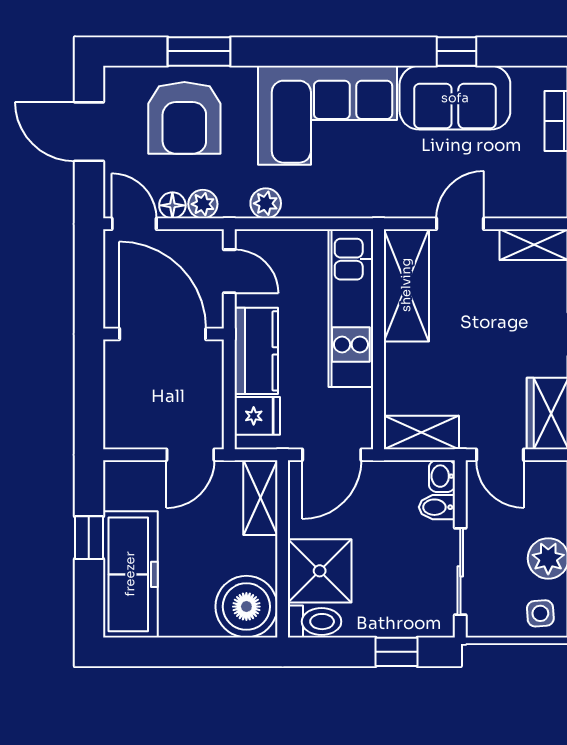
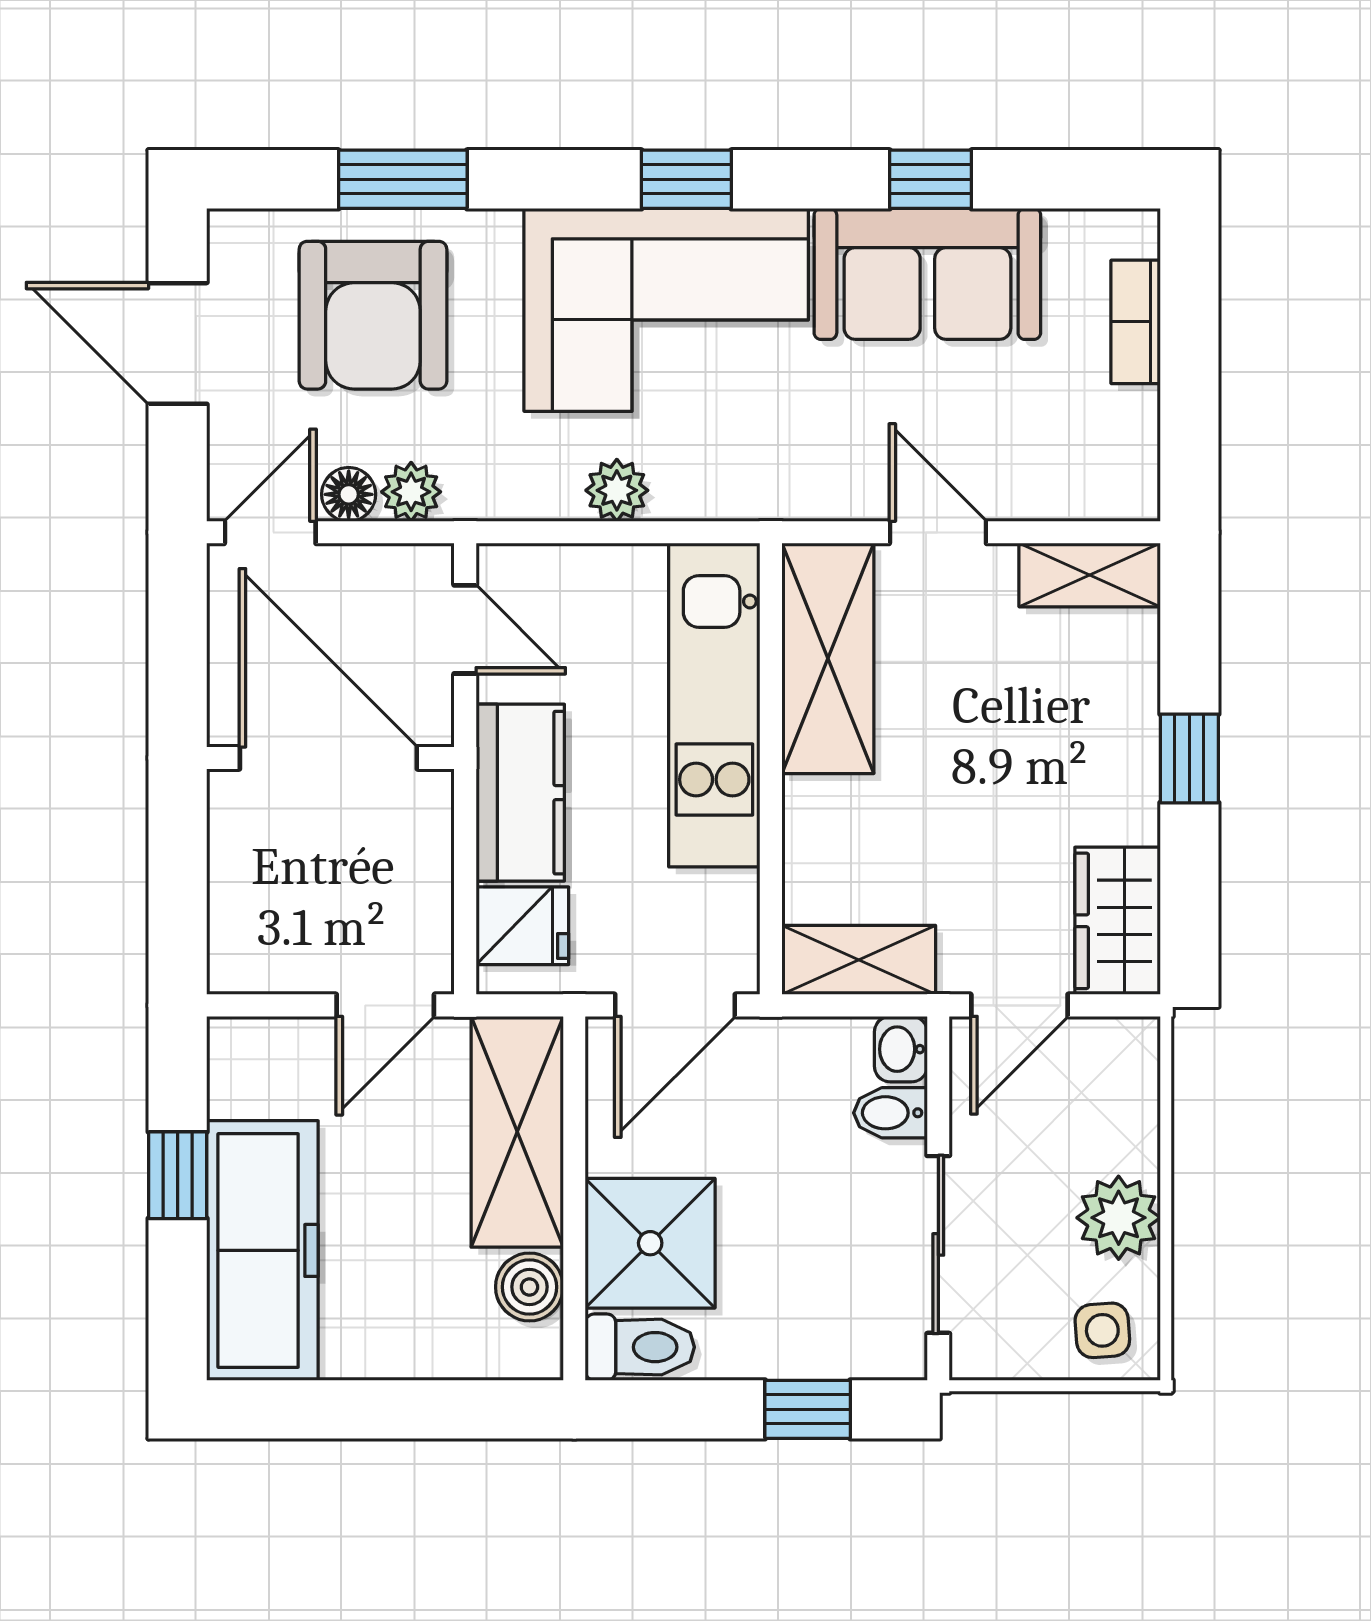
window: (337, 51) -> (686, 179), added
plant: (266, 203) -> (617, 490), moved
door: (134, 224) -> (270, 532), hinge flipped
door: (460, 224) -> (938, 532), hinge flipped
door: (500, 455) -> (1019, 1005), hinge flipped
shelving: (260, 498) -> (517, 1132), width x1.50, depth x1.33
boiler: (246, 607) -> (529, 1287), width x0.54, depth x0.54

